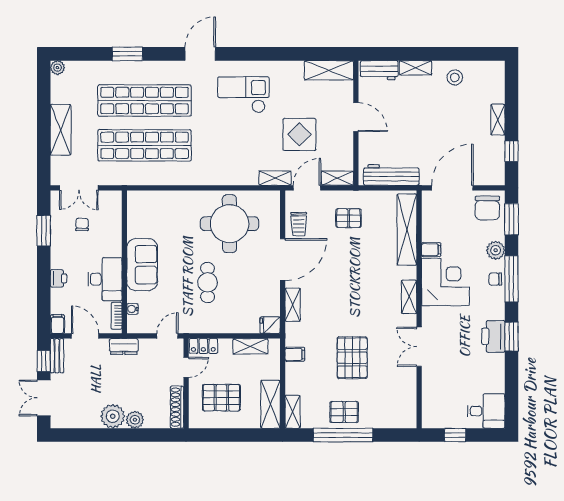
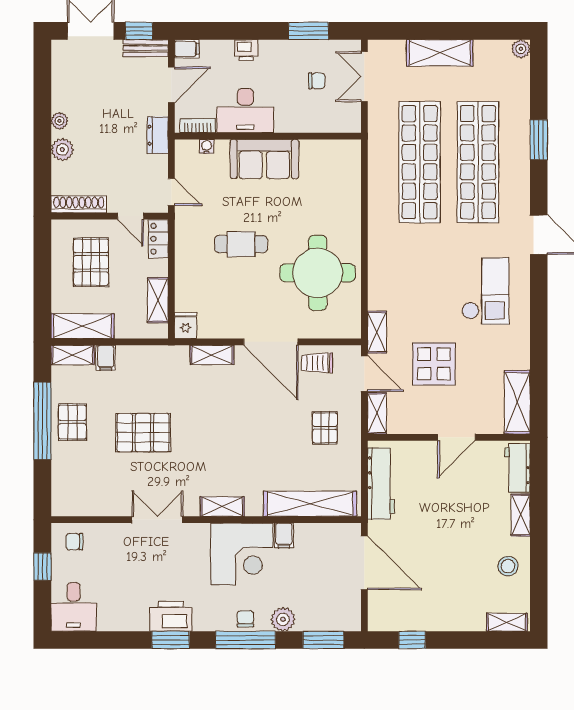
shelving: (498, 120) -> (507, 622), moved
chair: (487, 208) -> (74, 542), moved, width x0.54, depth x0.54
filing cabinet: (295, 354) -> (106, 358), moved
plant: (113, 416) -> (59, 121), width x0.53, depth x0.53

